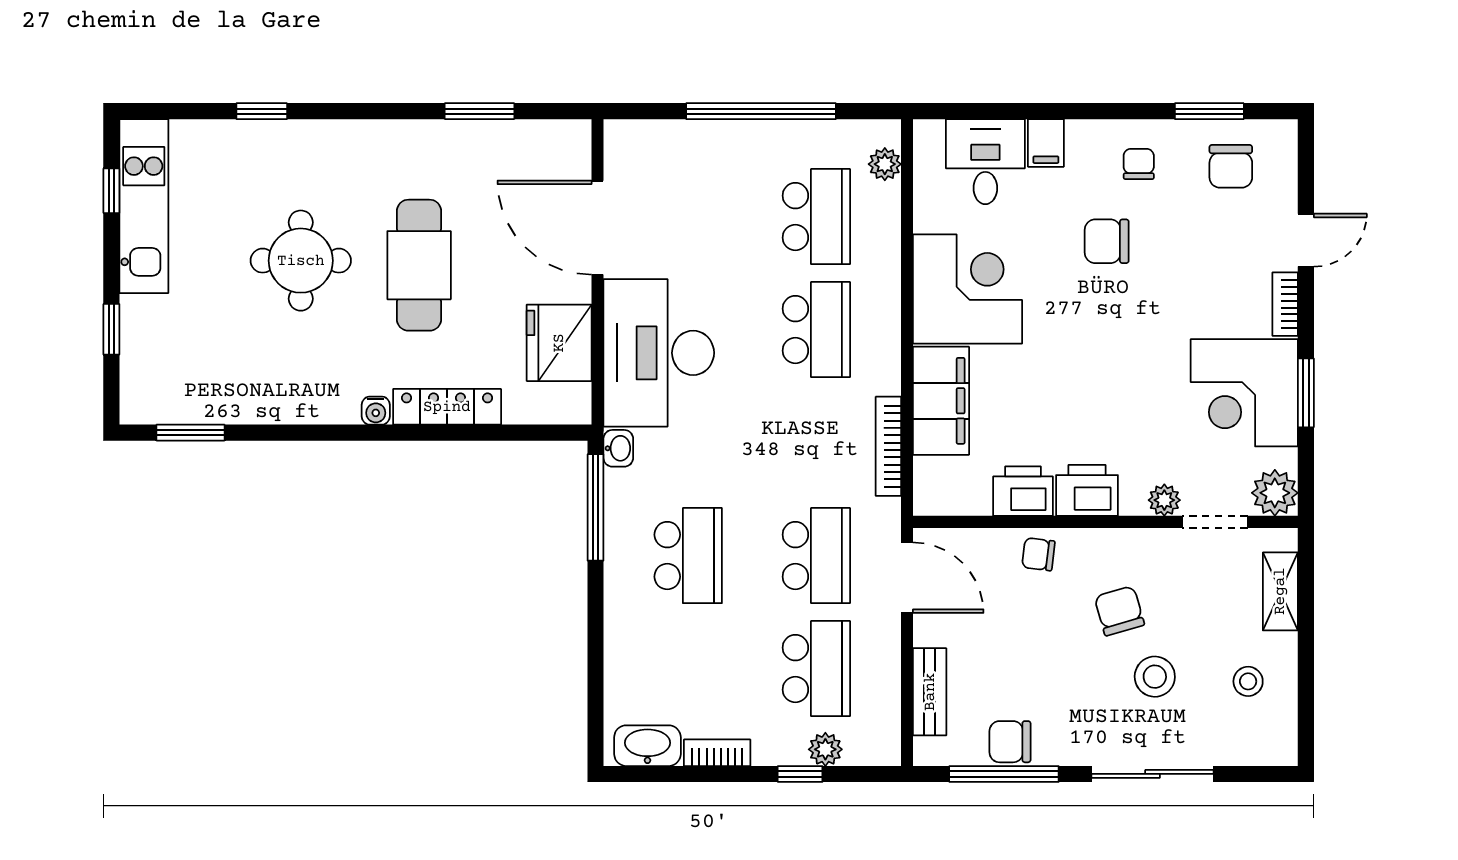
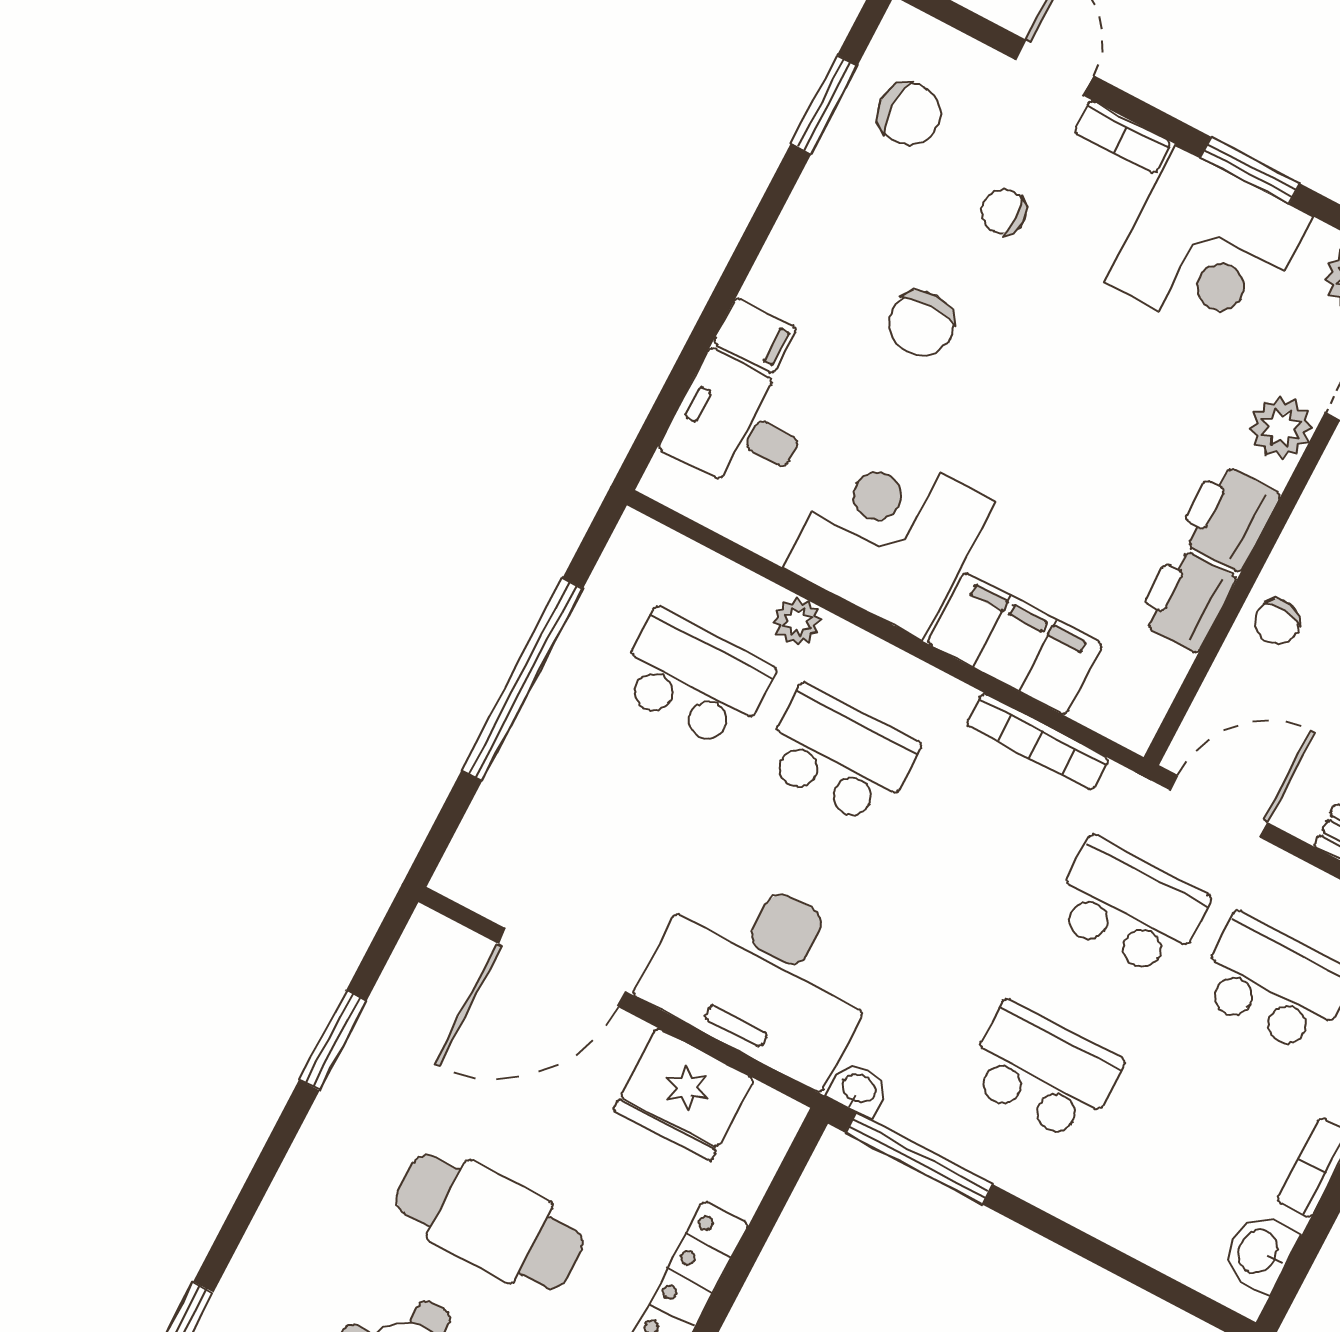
plant: (885, 164) -> (797, 621), moved
chair: (1139, 164) -> (1004, 212), moved
plant: (1164, 500) -> (1281, 428), width x1.38, depth x1.38
washbasin: (647, 746) -> (1259, 1252), width x0.72

